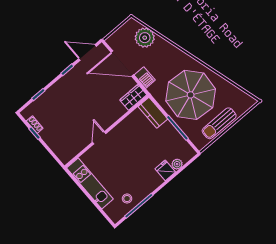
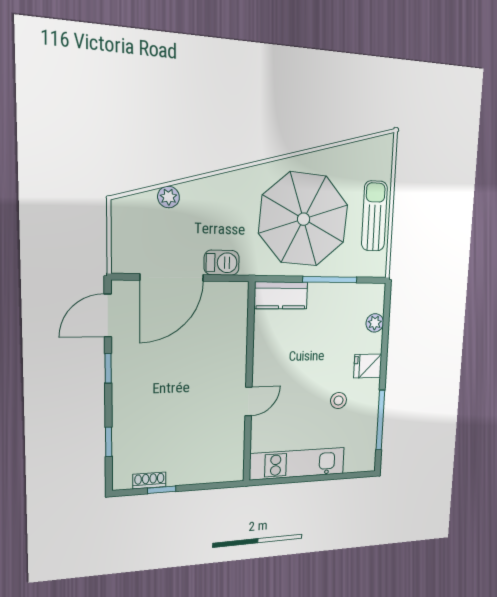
plant: (145, 38) -> (169, 197), width x0.53, depth x0.53
wardrobe: (133, 97) -> (235, 304), removed
sun lounger: (219, 123) -> (374, 216), turned 180
door: (99, 138) -> (249, 402), swing flipped
fridge: (165, 170) -> (368, 366), moved
stool: (127, 199) -> (339, 400), moved

